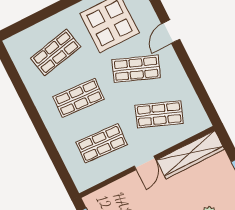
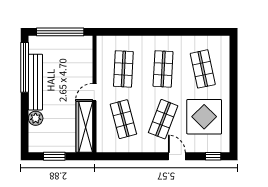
shop shelf: (159, 114) -> (123, 119), turned -36
door: (145, 163) -> (94, 92), hinge flipped

